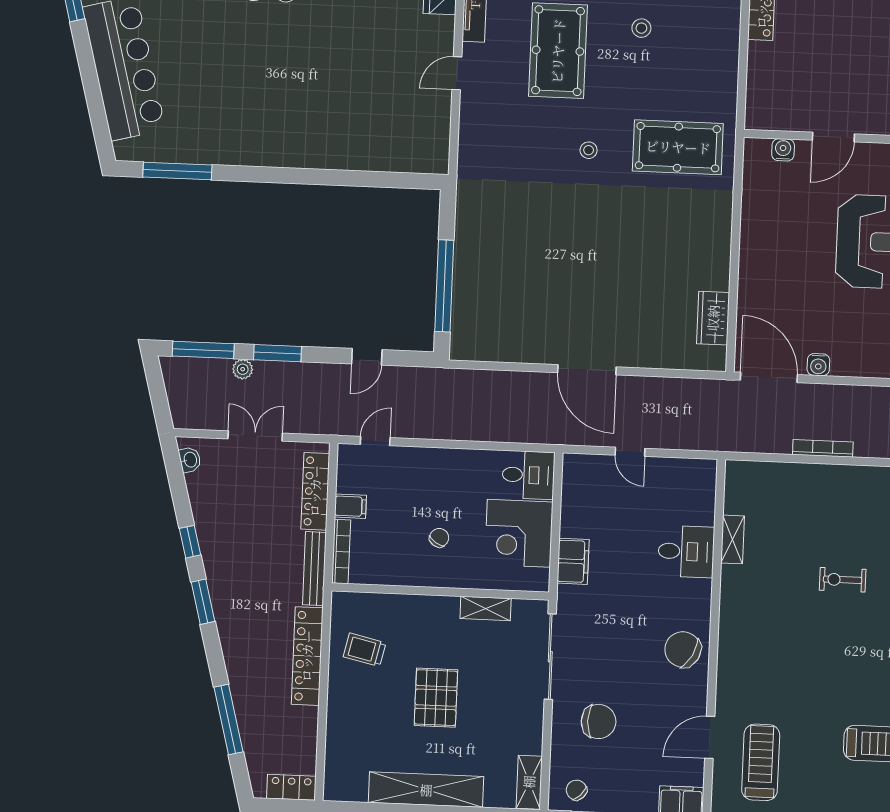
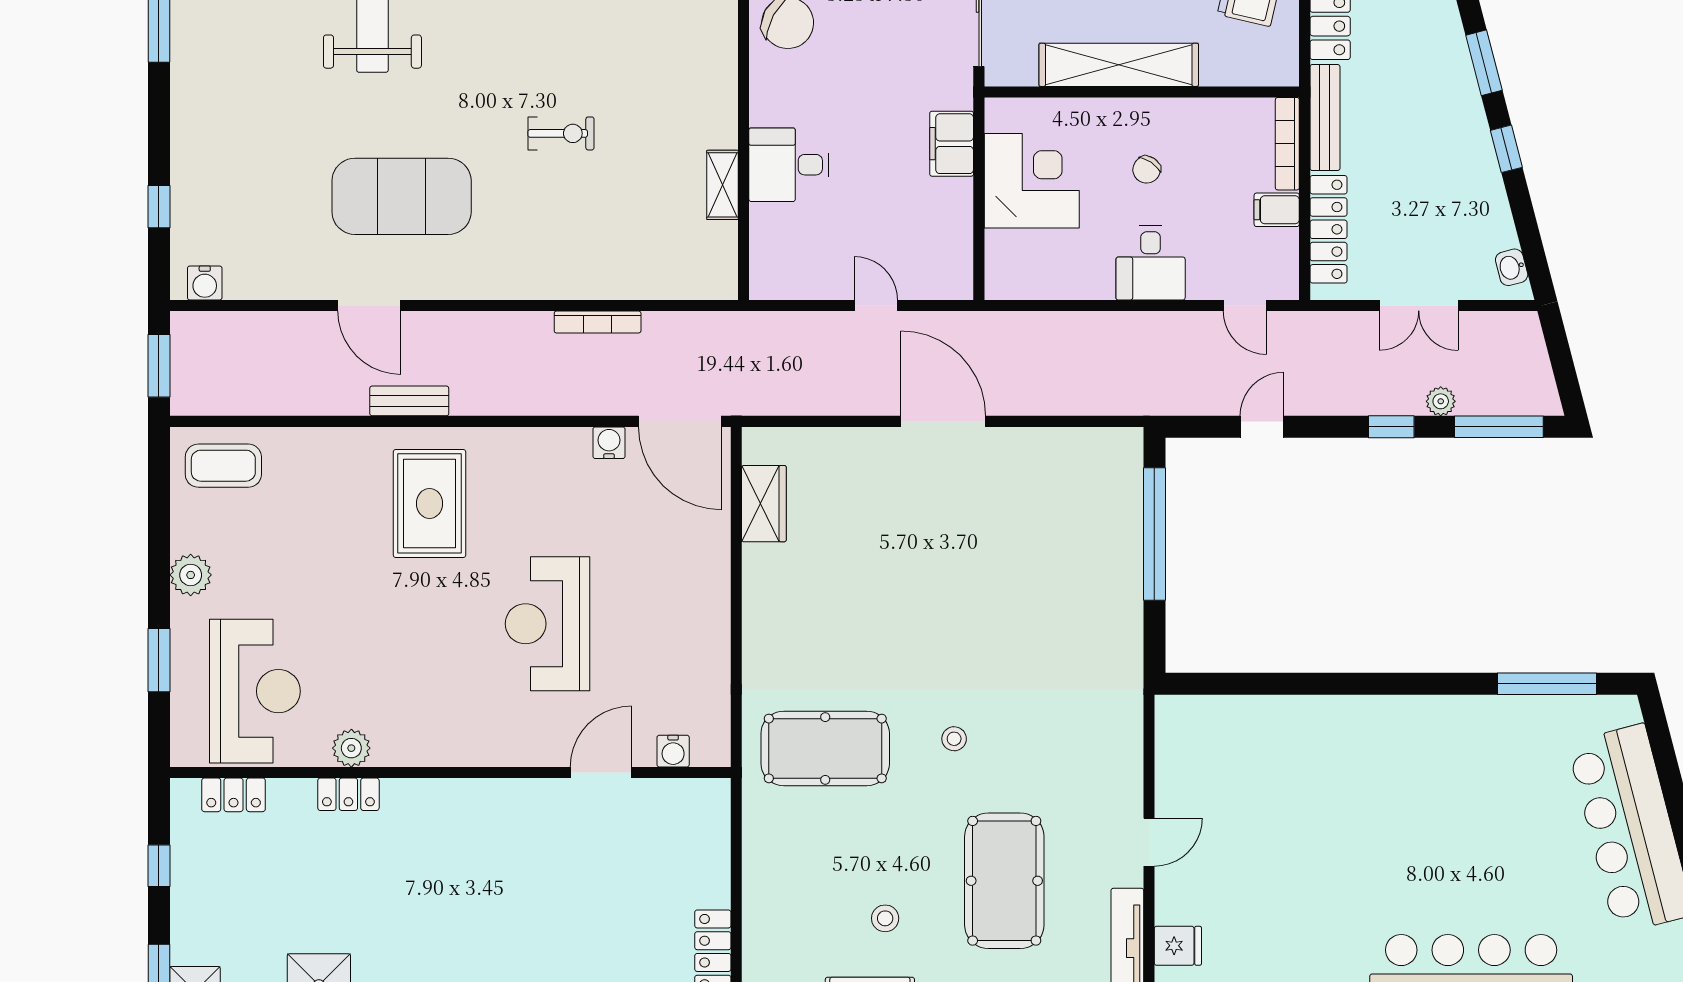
window: (278, 353) -> (1391, 427), width x0.67
door: (375, 441) -> (1245, 306), hinge flipped
desk: (528, 475) -> (1151, 263), moved, turned -90
shelving: (486, 608) -> (1119, 65), width x2.20, depth x1.33

